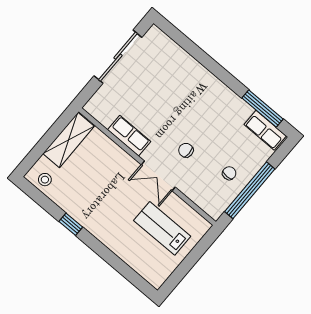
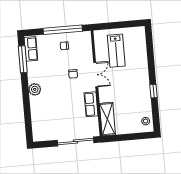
sliding door: (118, 57) -> (75, 141), moved
plant: (213, 87) -> (35, 89), added
shelving: (69, 140) -> (107, 119), moved, turned 90

